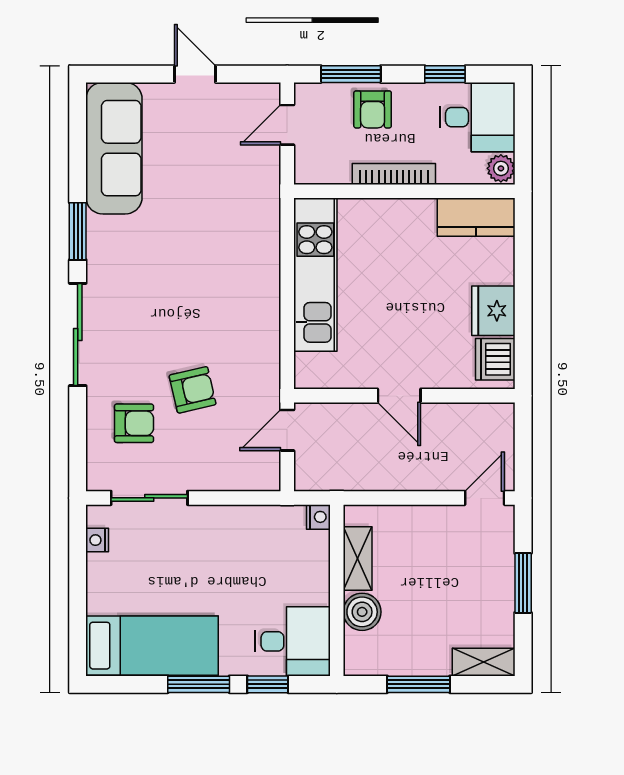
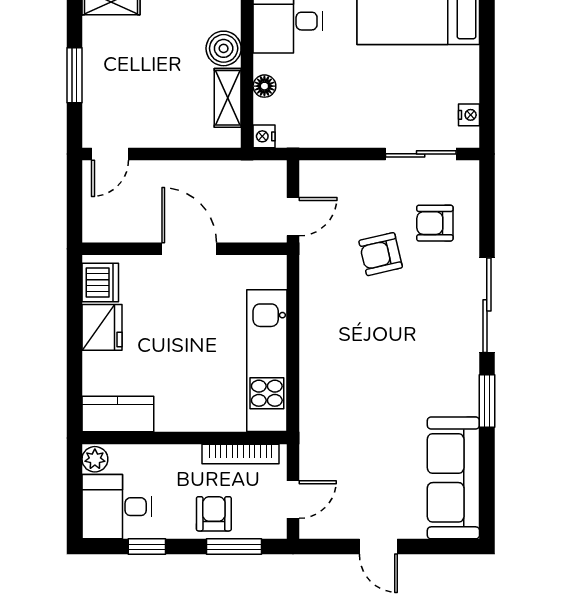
bookcase: (394, 174) -> (241, 454), moved
door: (399, 396) -> (189, 249), width x1.38
floor lamp: (318, 571) -> (264, 86), added

